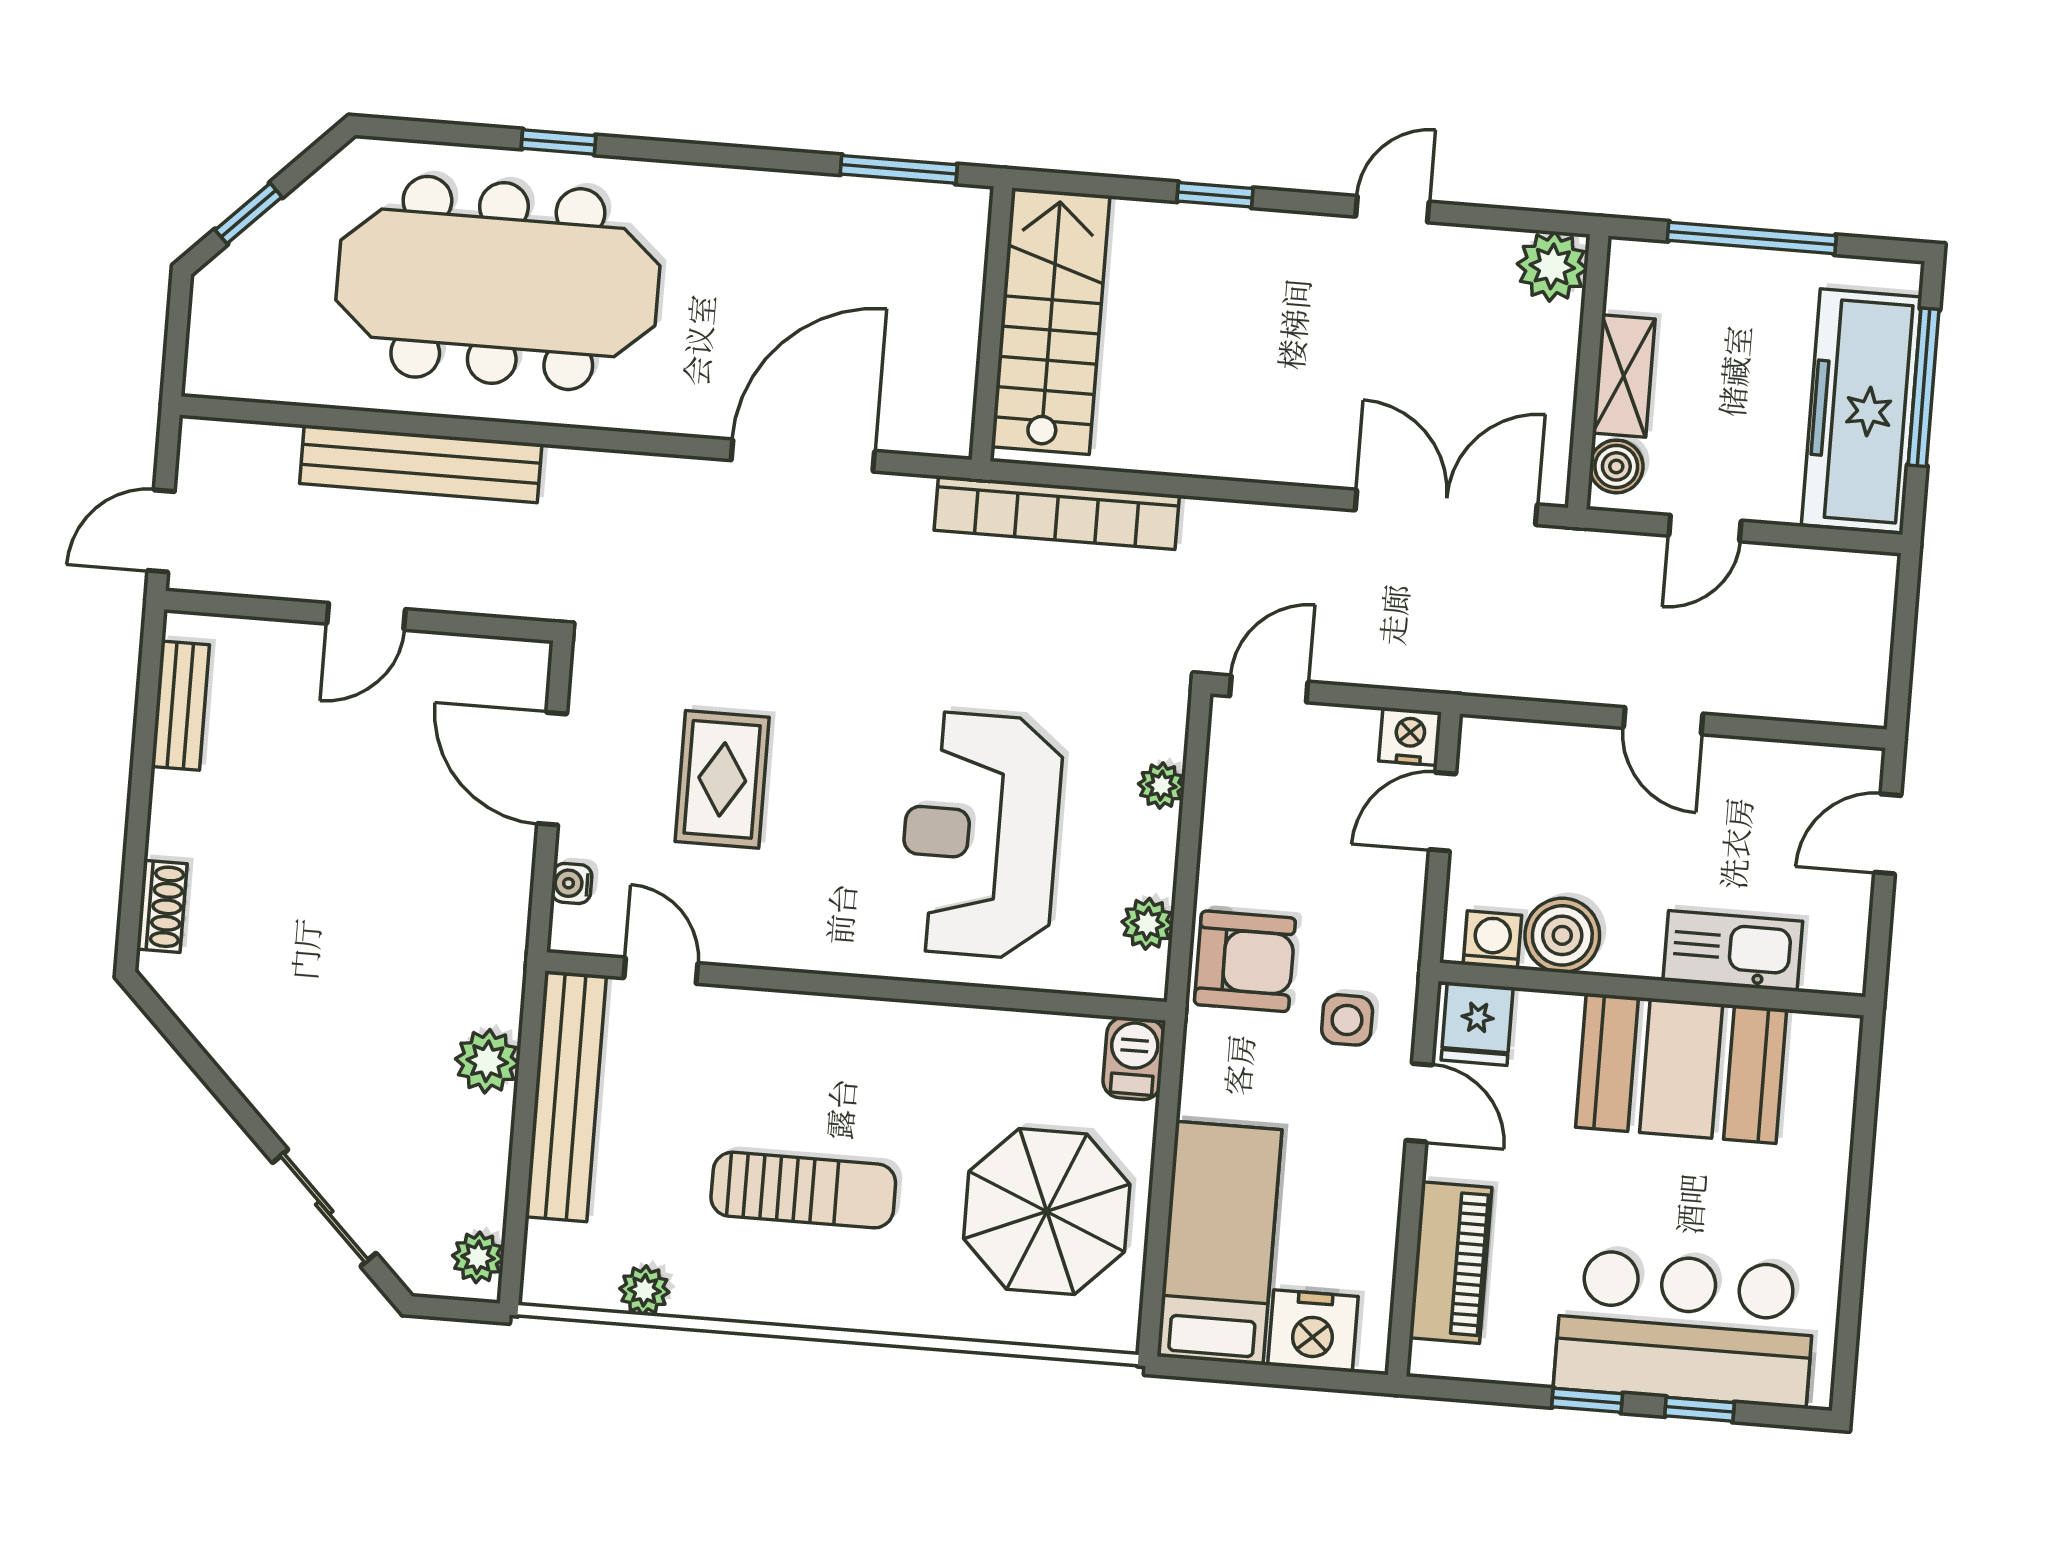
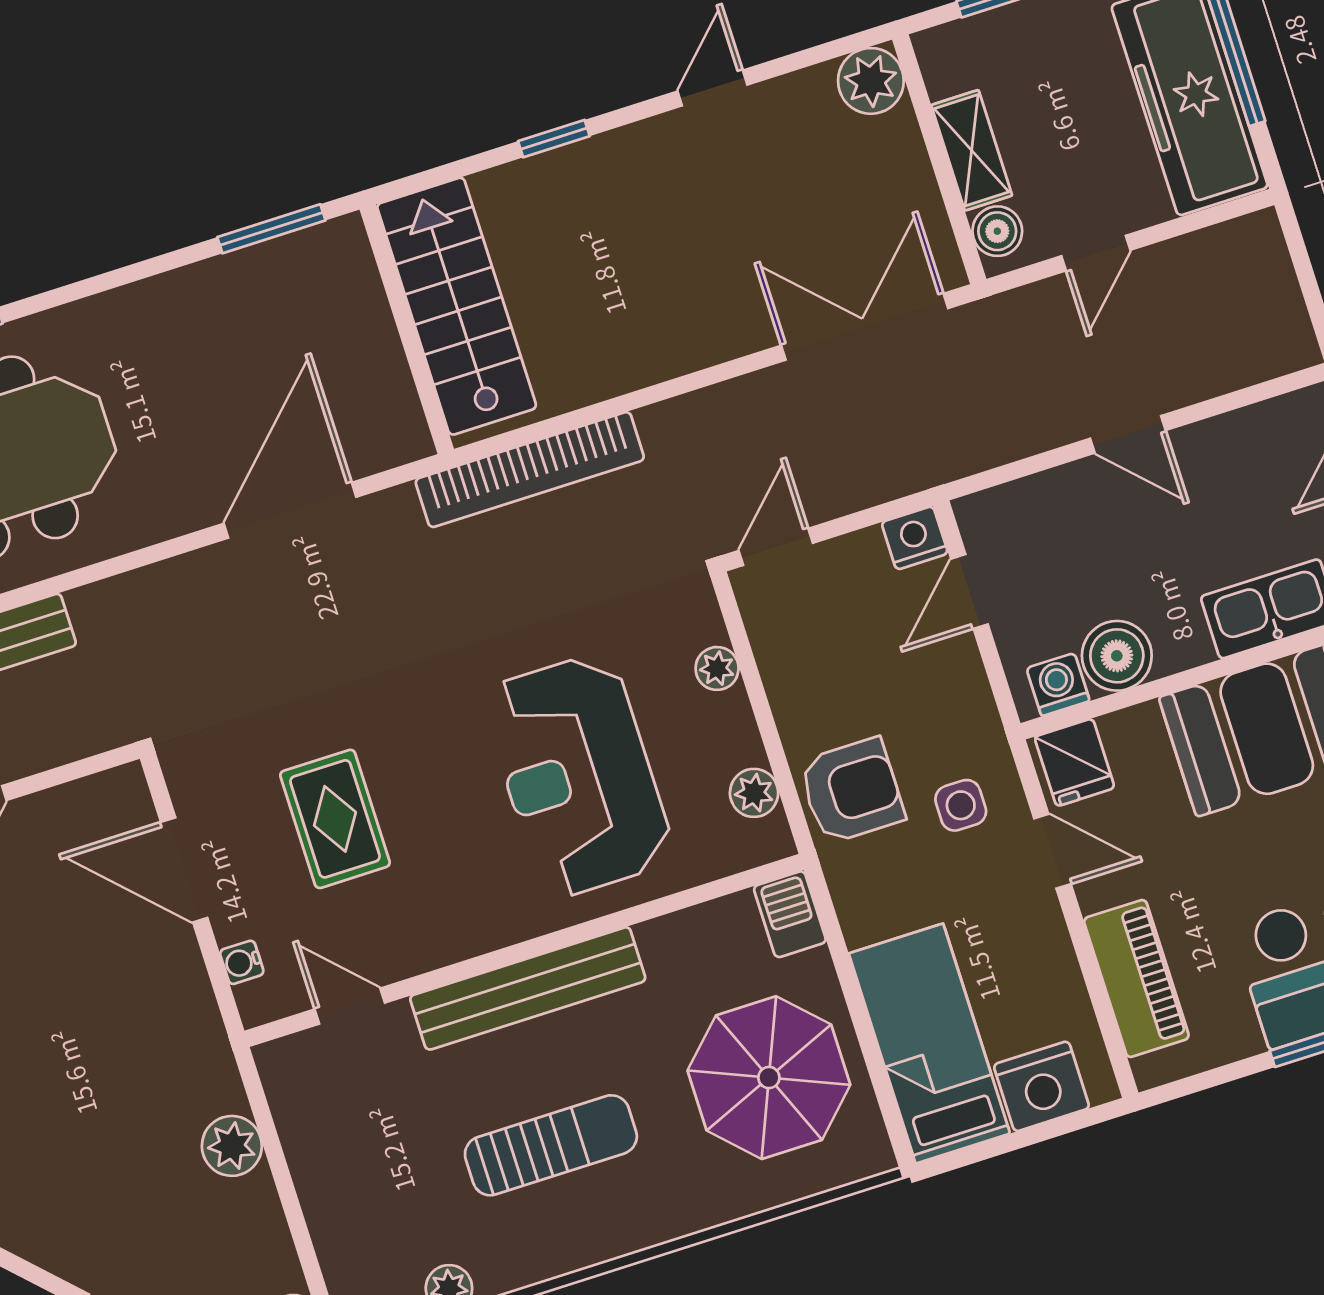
bench: (566, 1096) -> (528, 988), moved, turned 90

